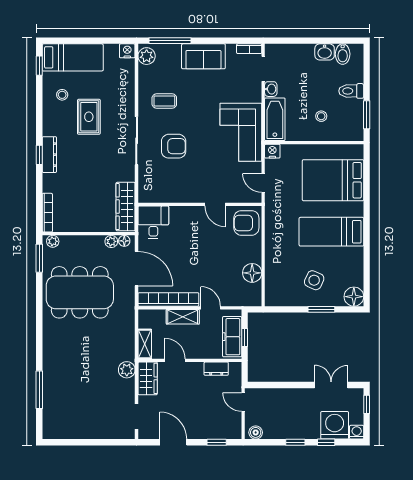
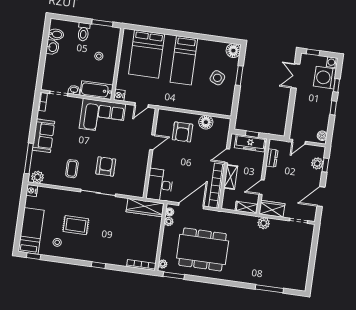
dresser: (49, 155) -> (99, 258), removed
desk: (153, 222) -> (160, 185), width x1.37
armchair: (246, 223) -> (182, 132), moved
dining table: (80, 292) -> (203, 249), turned 90
plant: (217, 431) -> (317, 163), added

